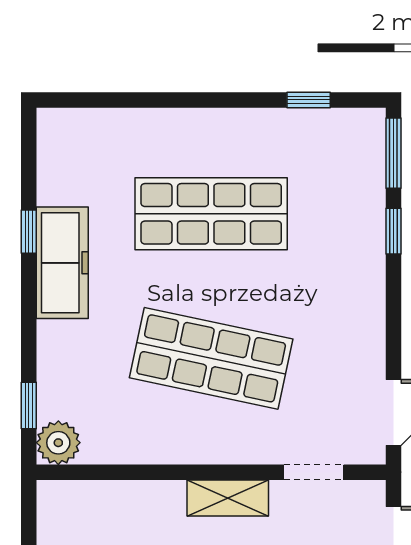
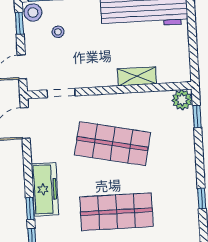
freezer: (62, 263) -> (45, 189), moved, turned 180
shelving: (228, 498) -> (137, 76), moved

